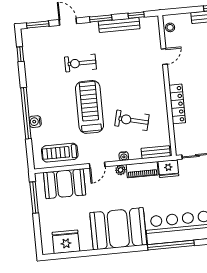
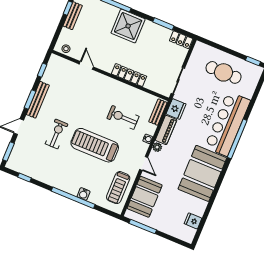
bench: (119, 25) -> (38, 100), moved
exercise bike: (80, 63) -> (57, 134), turned 180
exercise bike: (132, 120) -> (123, 117), turned 76
fridge: (66, 242) -> (193, 221), width x0.53, depth x0.75

